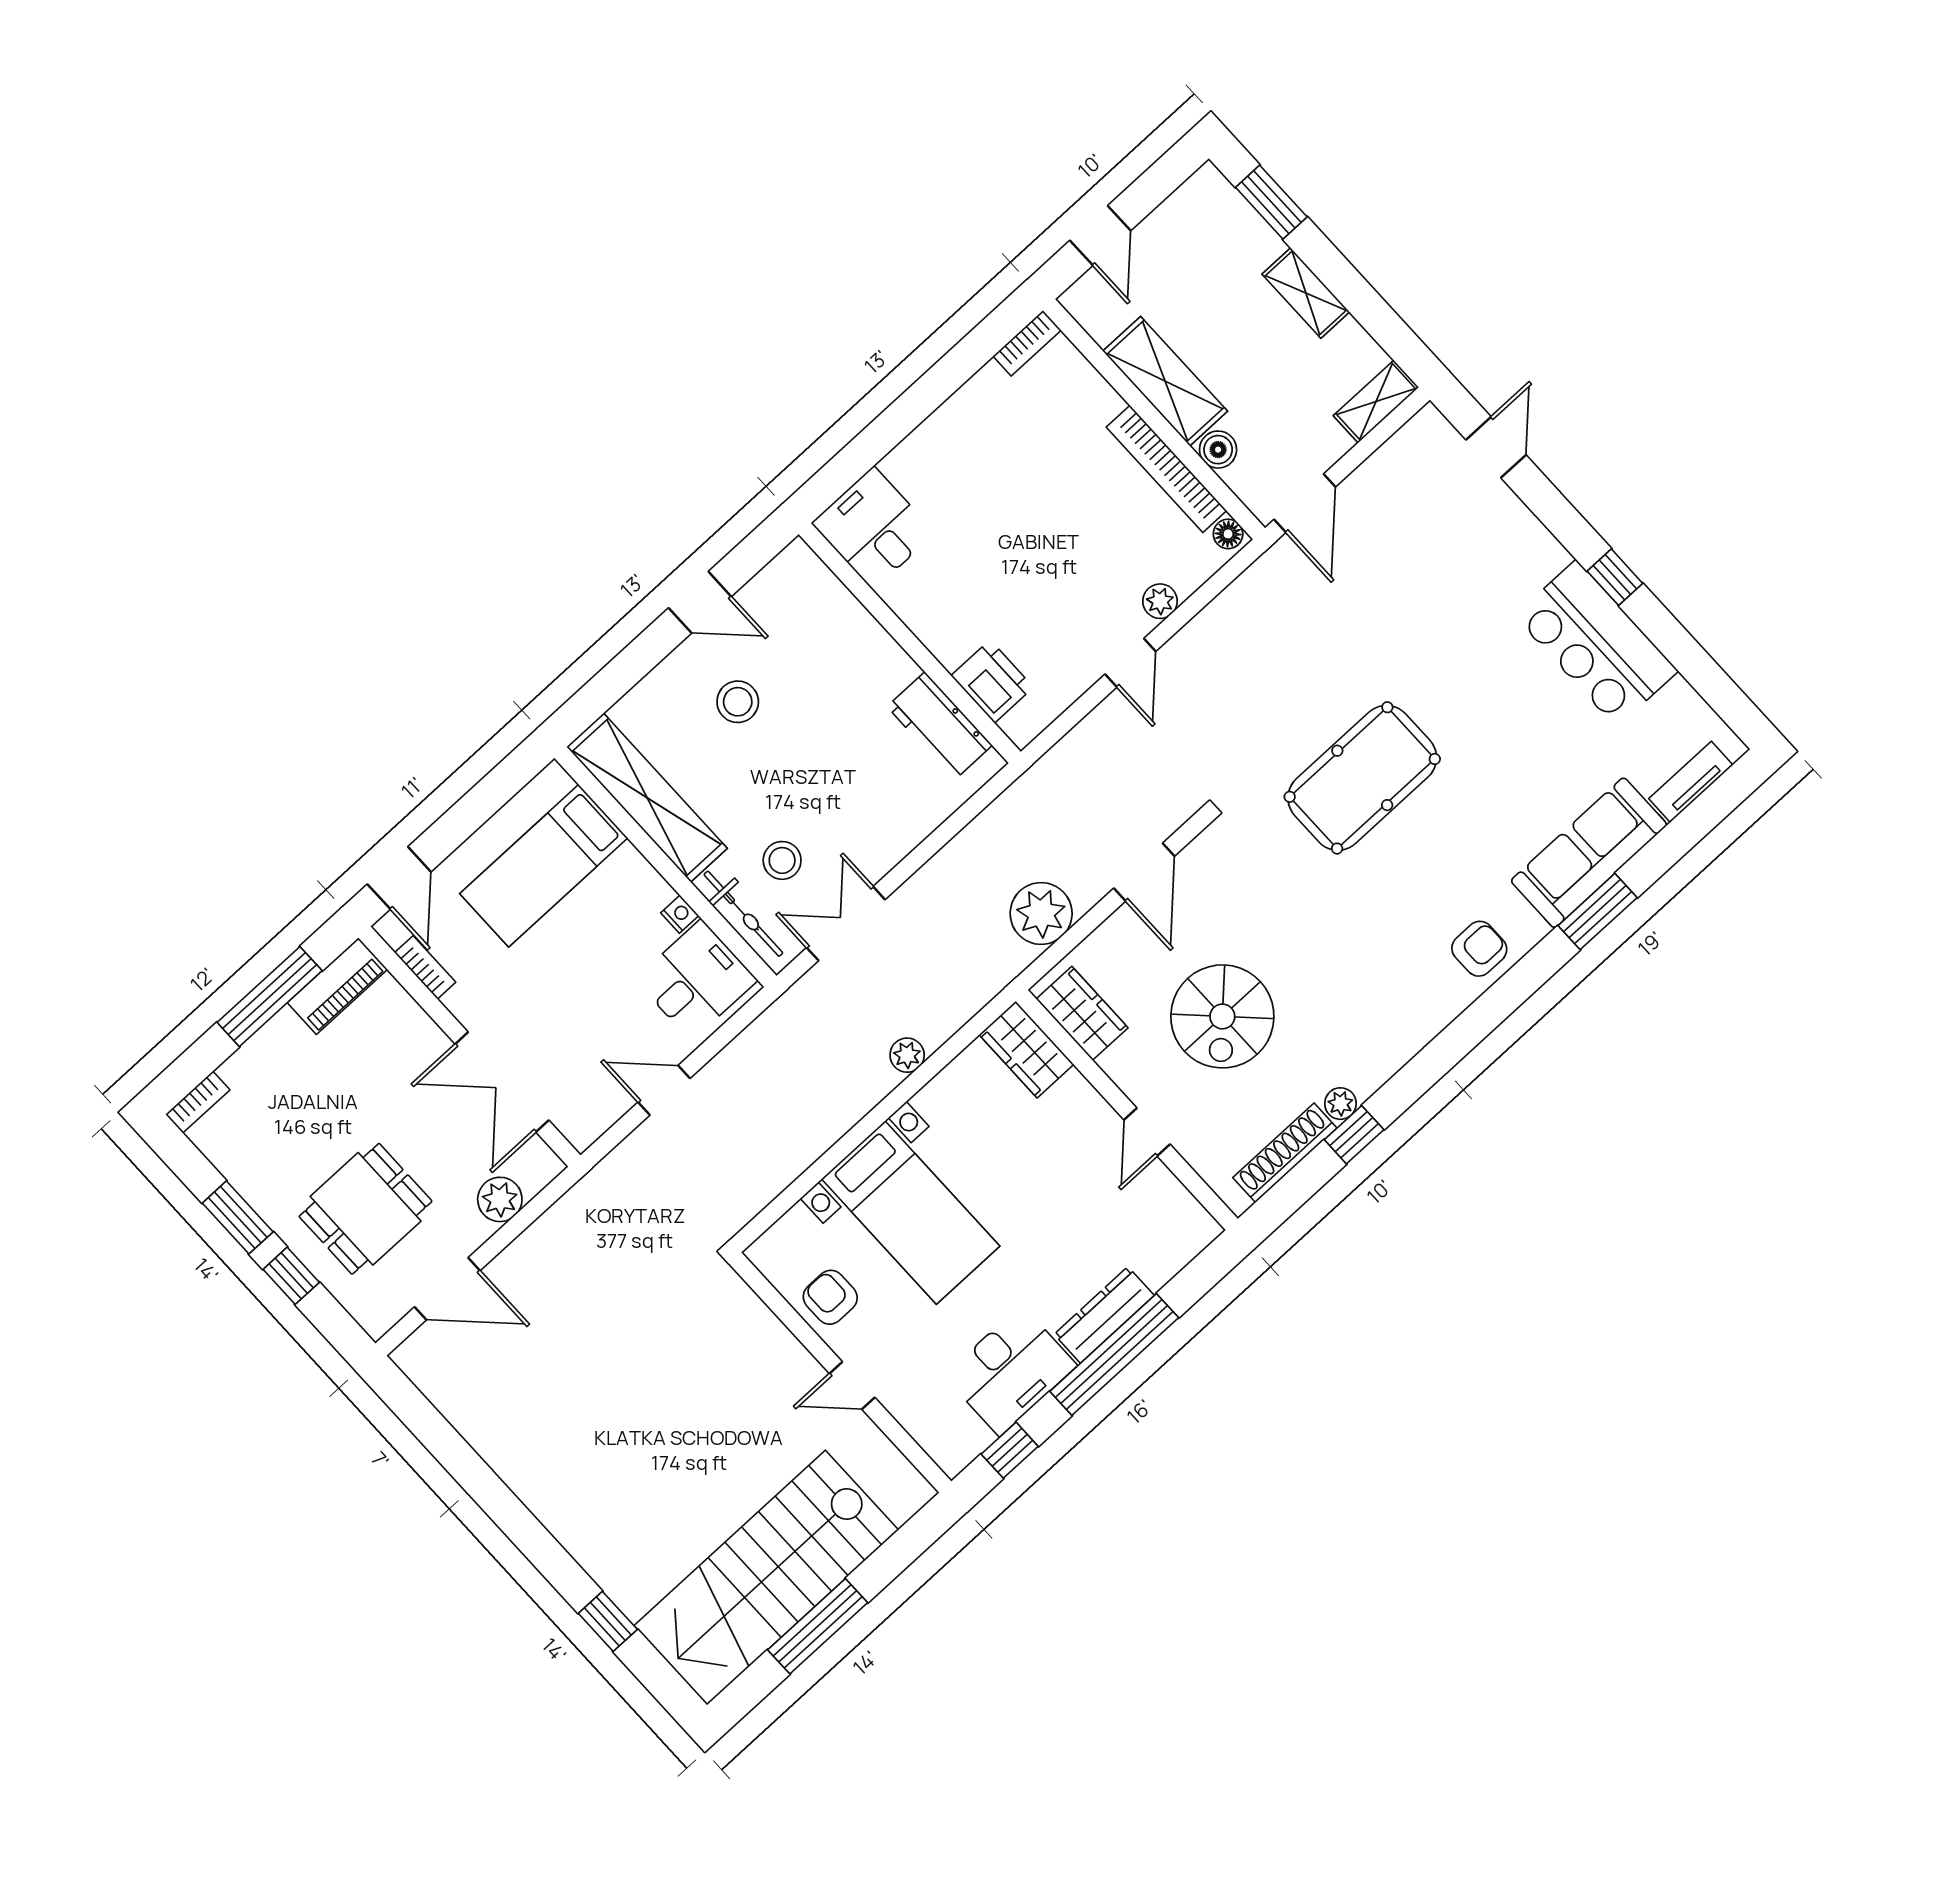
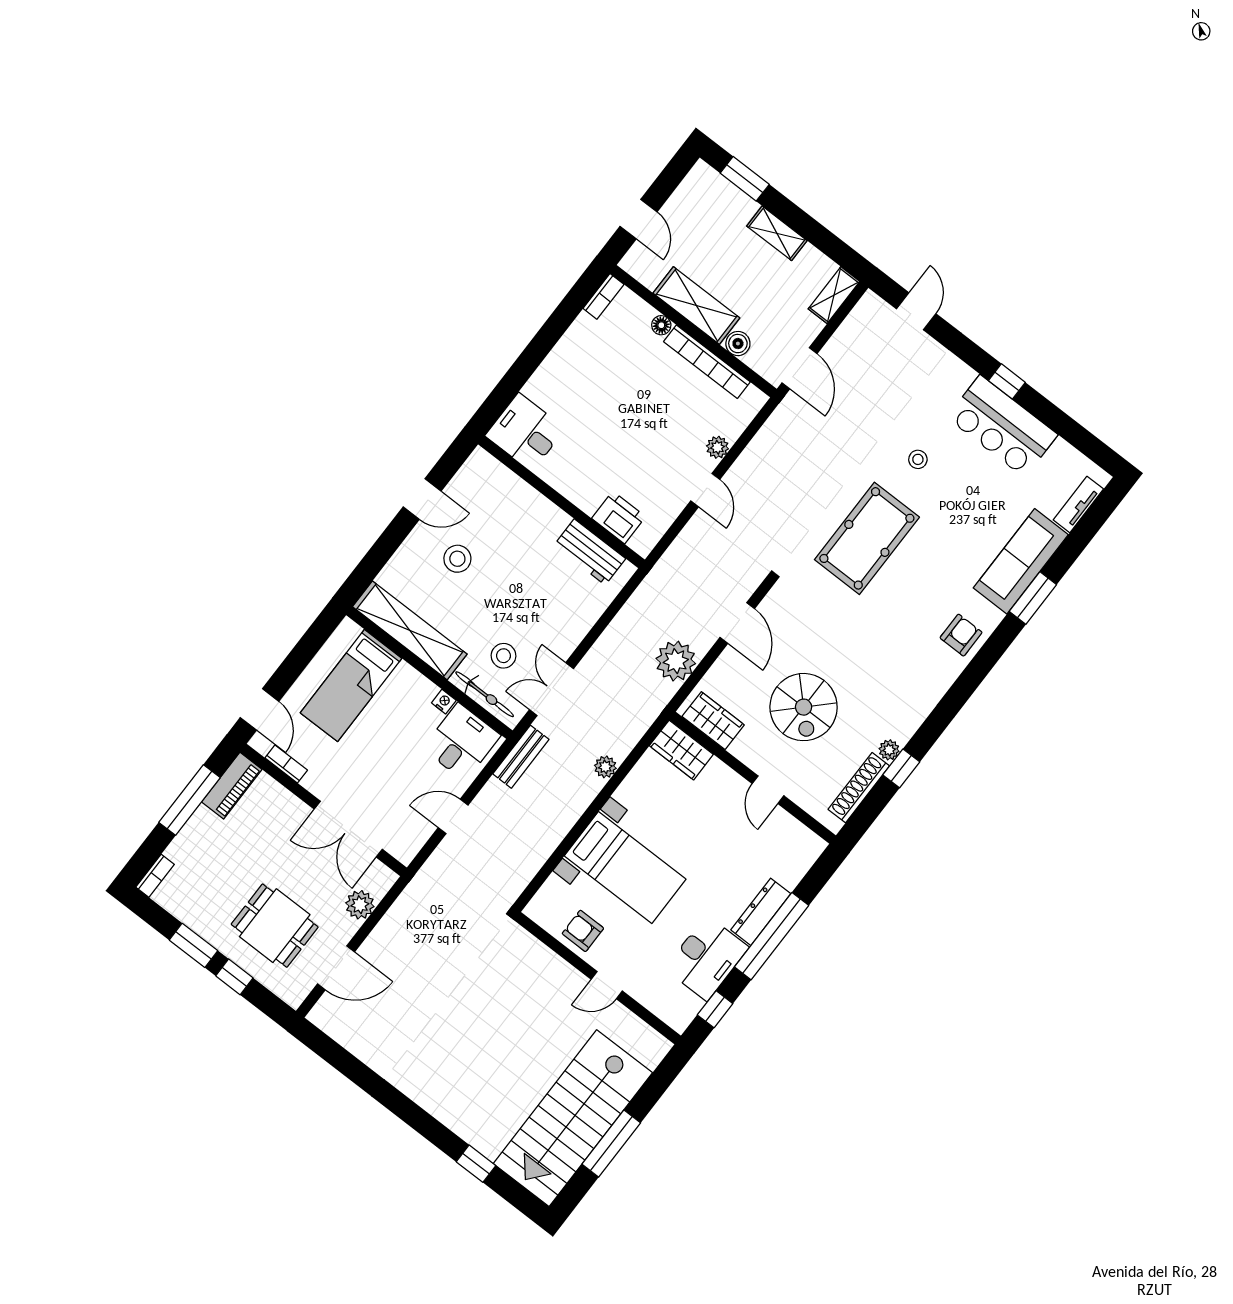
floor lamp: (1228, 534) -> (661, 325), moved
stool: (1460, 672) -> (918, 459), added
bench: (782, 1018) -> (521, 757), added
dining table: (366, 1209) -> (275, 926), turned 90

